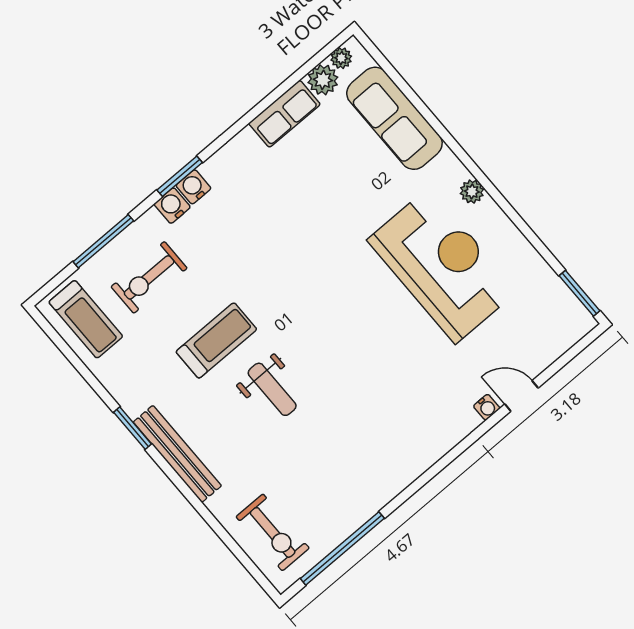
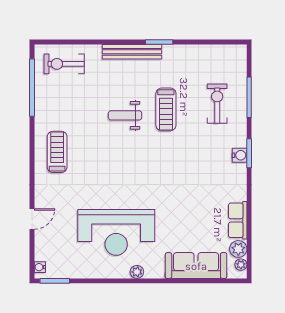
water cooler: (172, 206) -> (239, 139), removed
treadmill: (86, 319) -> (57, 152), moved, turned 90
water cooler: (487, 407) -> (40, 267), moved

